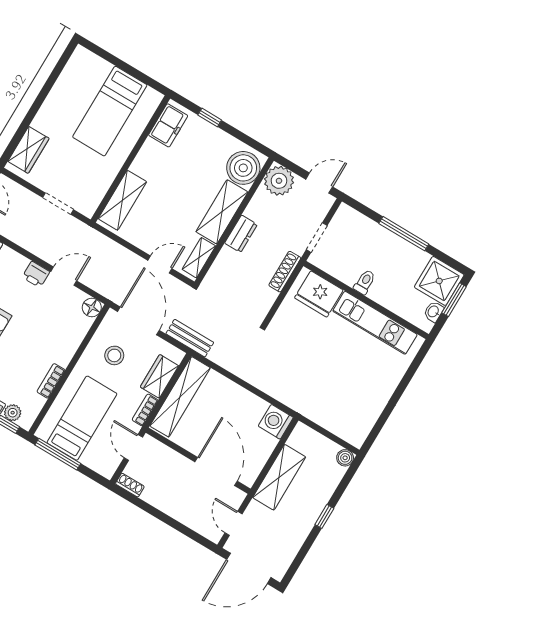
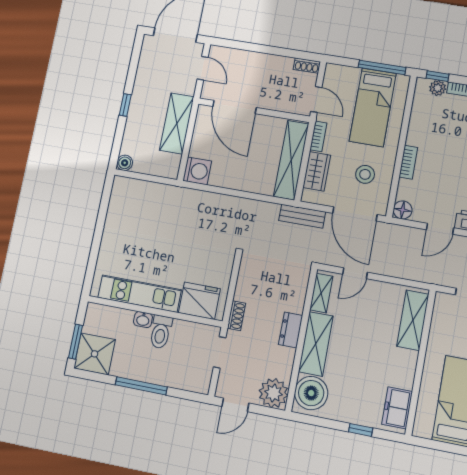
shoe rack: (285, 272) -> (236, 316), width x0.70
toilet: (365, 282) -> (161, 332), width x1.37, depth x1.39
washbasin: (434, 312) -> (143, 320), moved, turned 90
bookcase: (51, 381) -> (408, 162), moved

